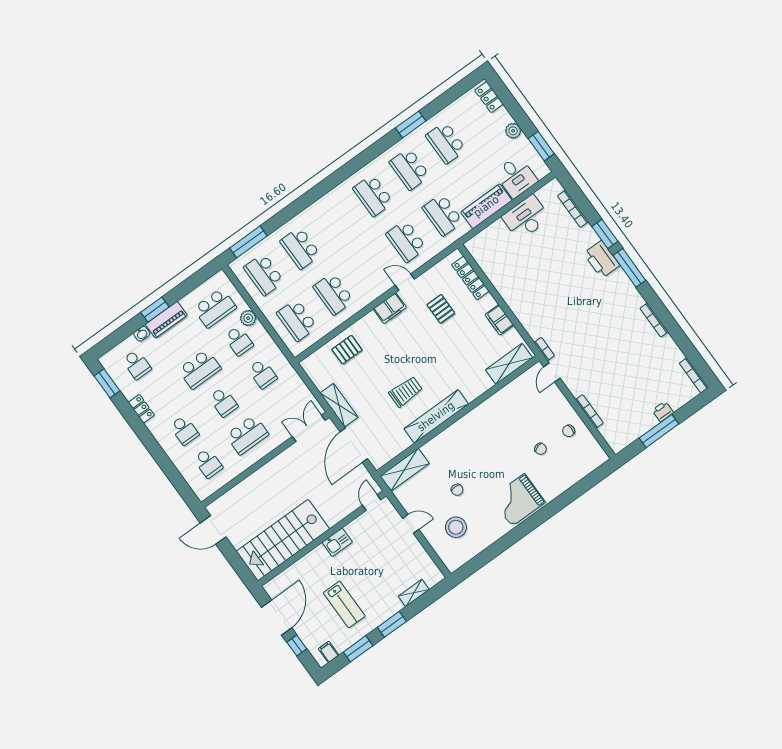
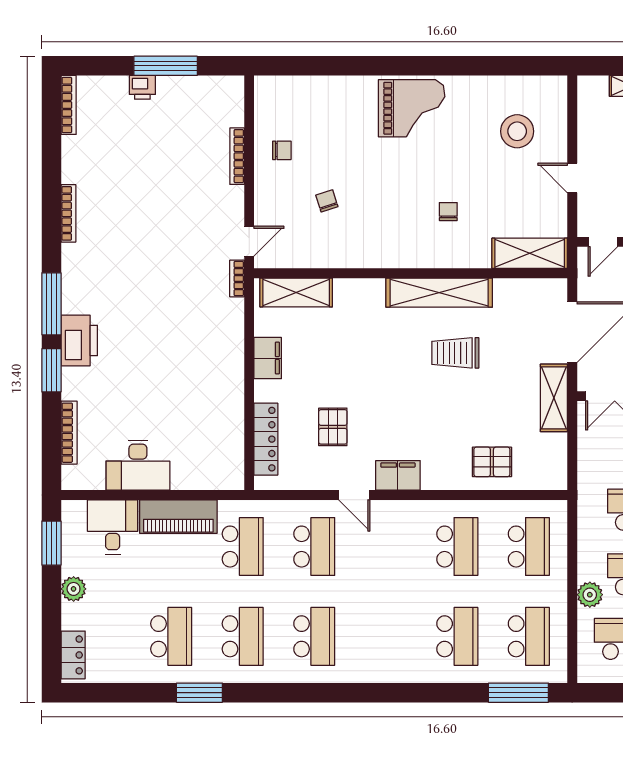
chair: (541, 449) -> (327, 201), moved
chair: (457, 490) -> (448, 212), moved

